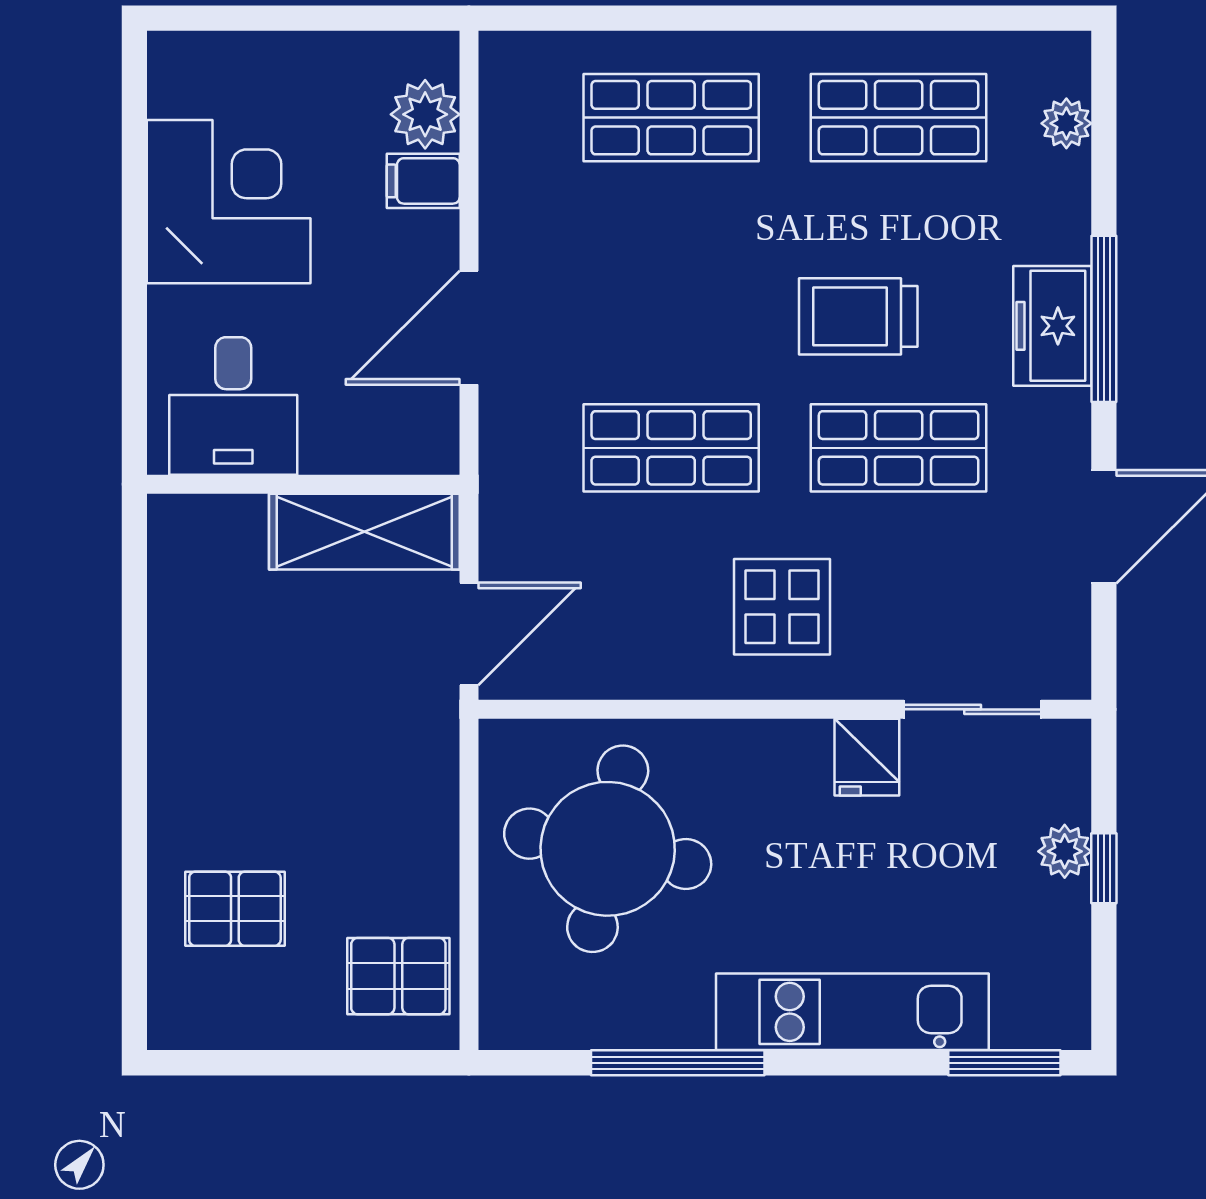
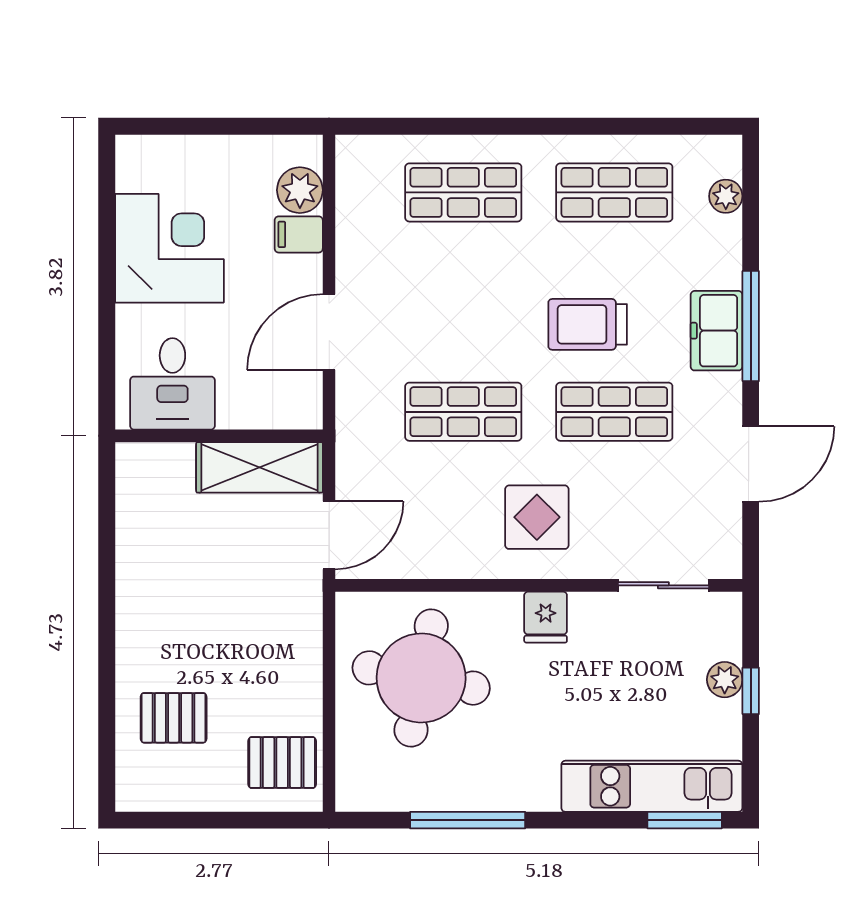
fridge: (867, 757) -> (546, 617), moved
kitchen unit: (852, 1012) -> (652, 786), moved

